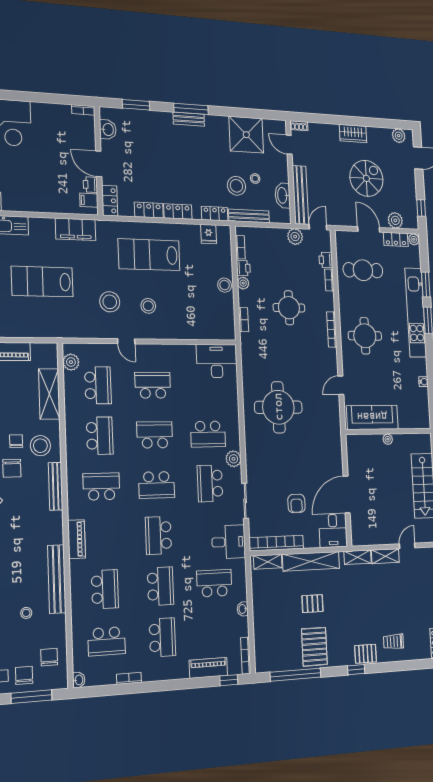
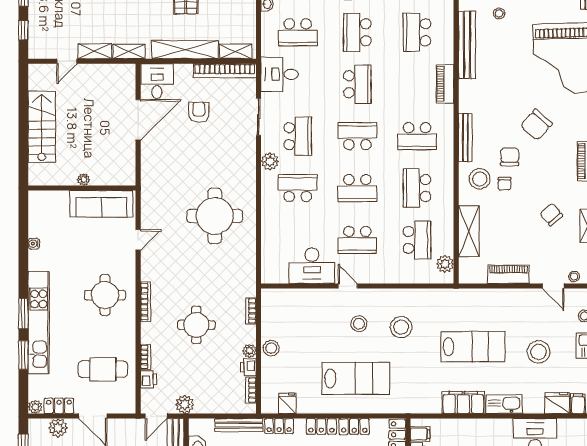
filing cabinet: (76, 229) -> (463, 403), moved
door: (126, 341) -> (348, 286), moved
desk: (217, 361) -> (312, 266), moved
school desk: (98, 385) -> (417, 240), turned 180

